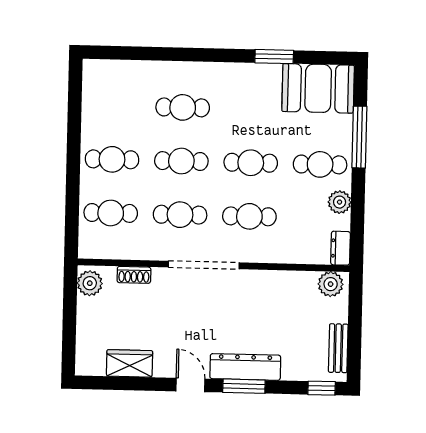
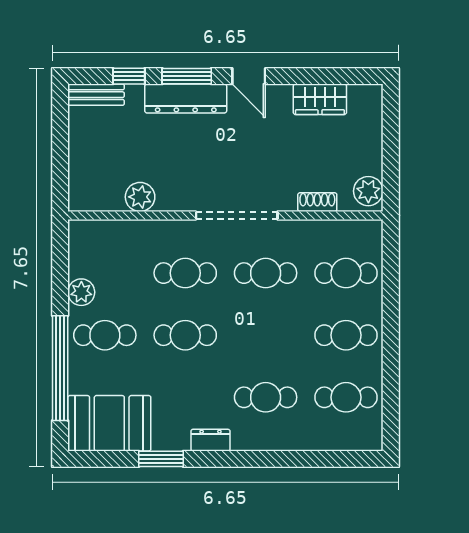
window: (359, 137) -> (60, 368), width x1.46
cafe table: (181, 161) -> (346, 397), moved
dresser: (340, 248) -> (210, 440), moved, turned -90
plant: (331, 284) -> (140, 197), moved
bench: (338, 348) -> (96, 95), moved, turned 90
window: (322, 388) -> (129, 76), moved

